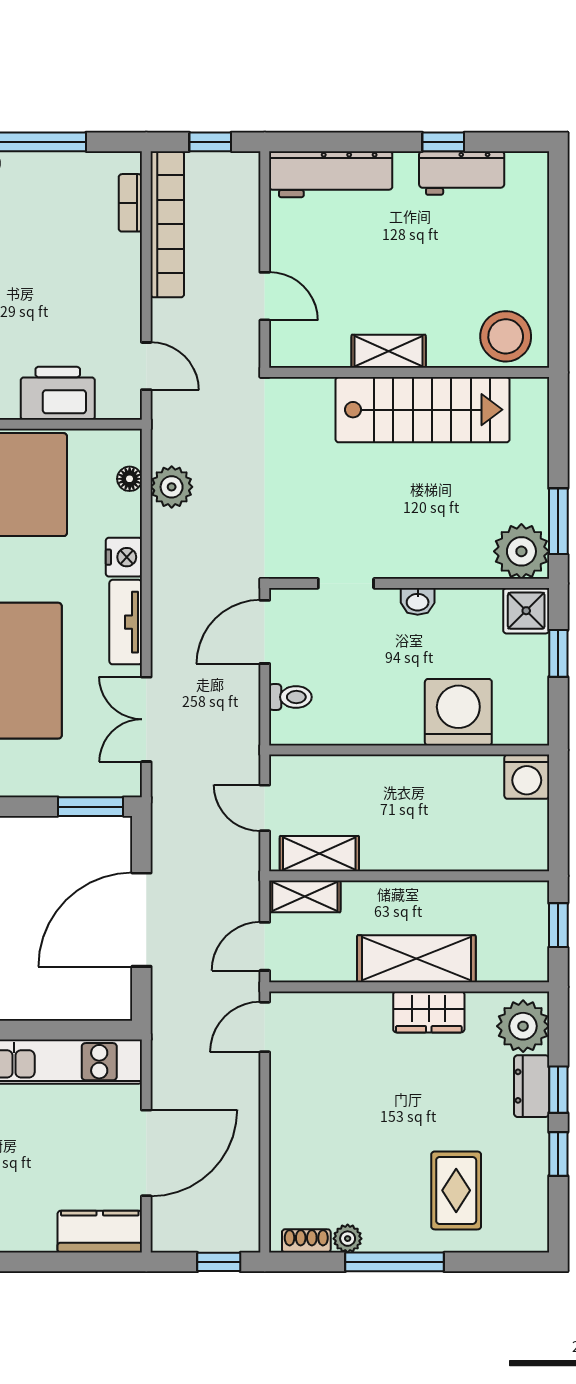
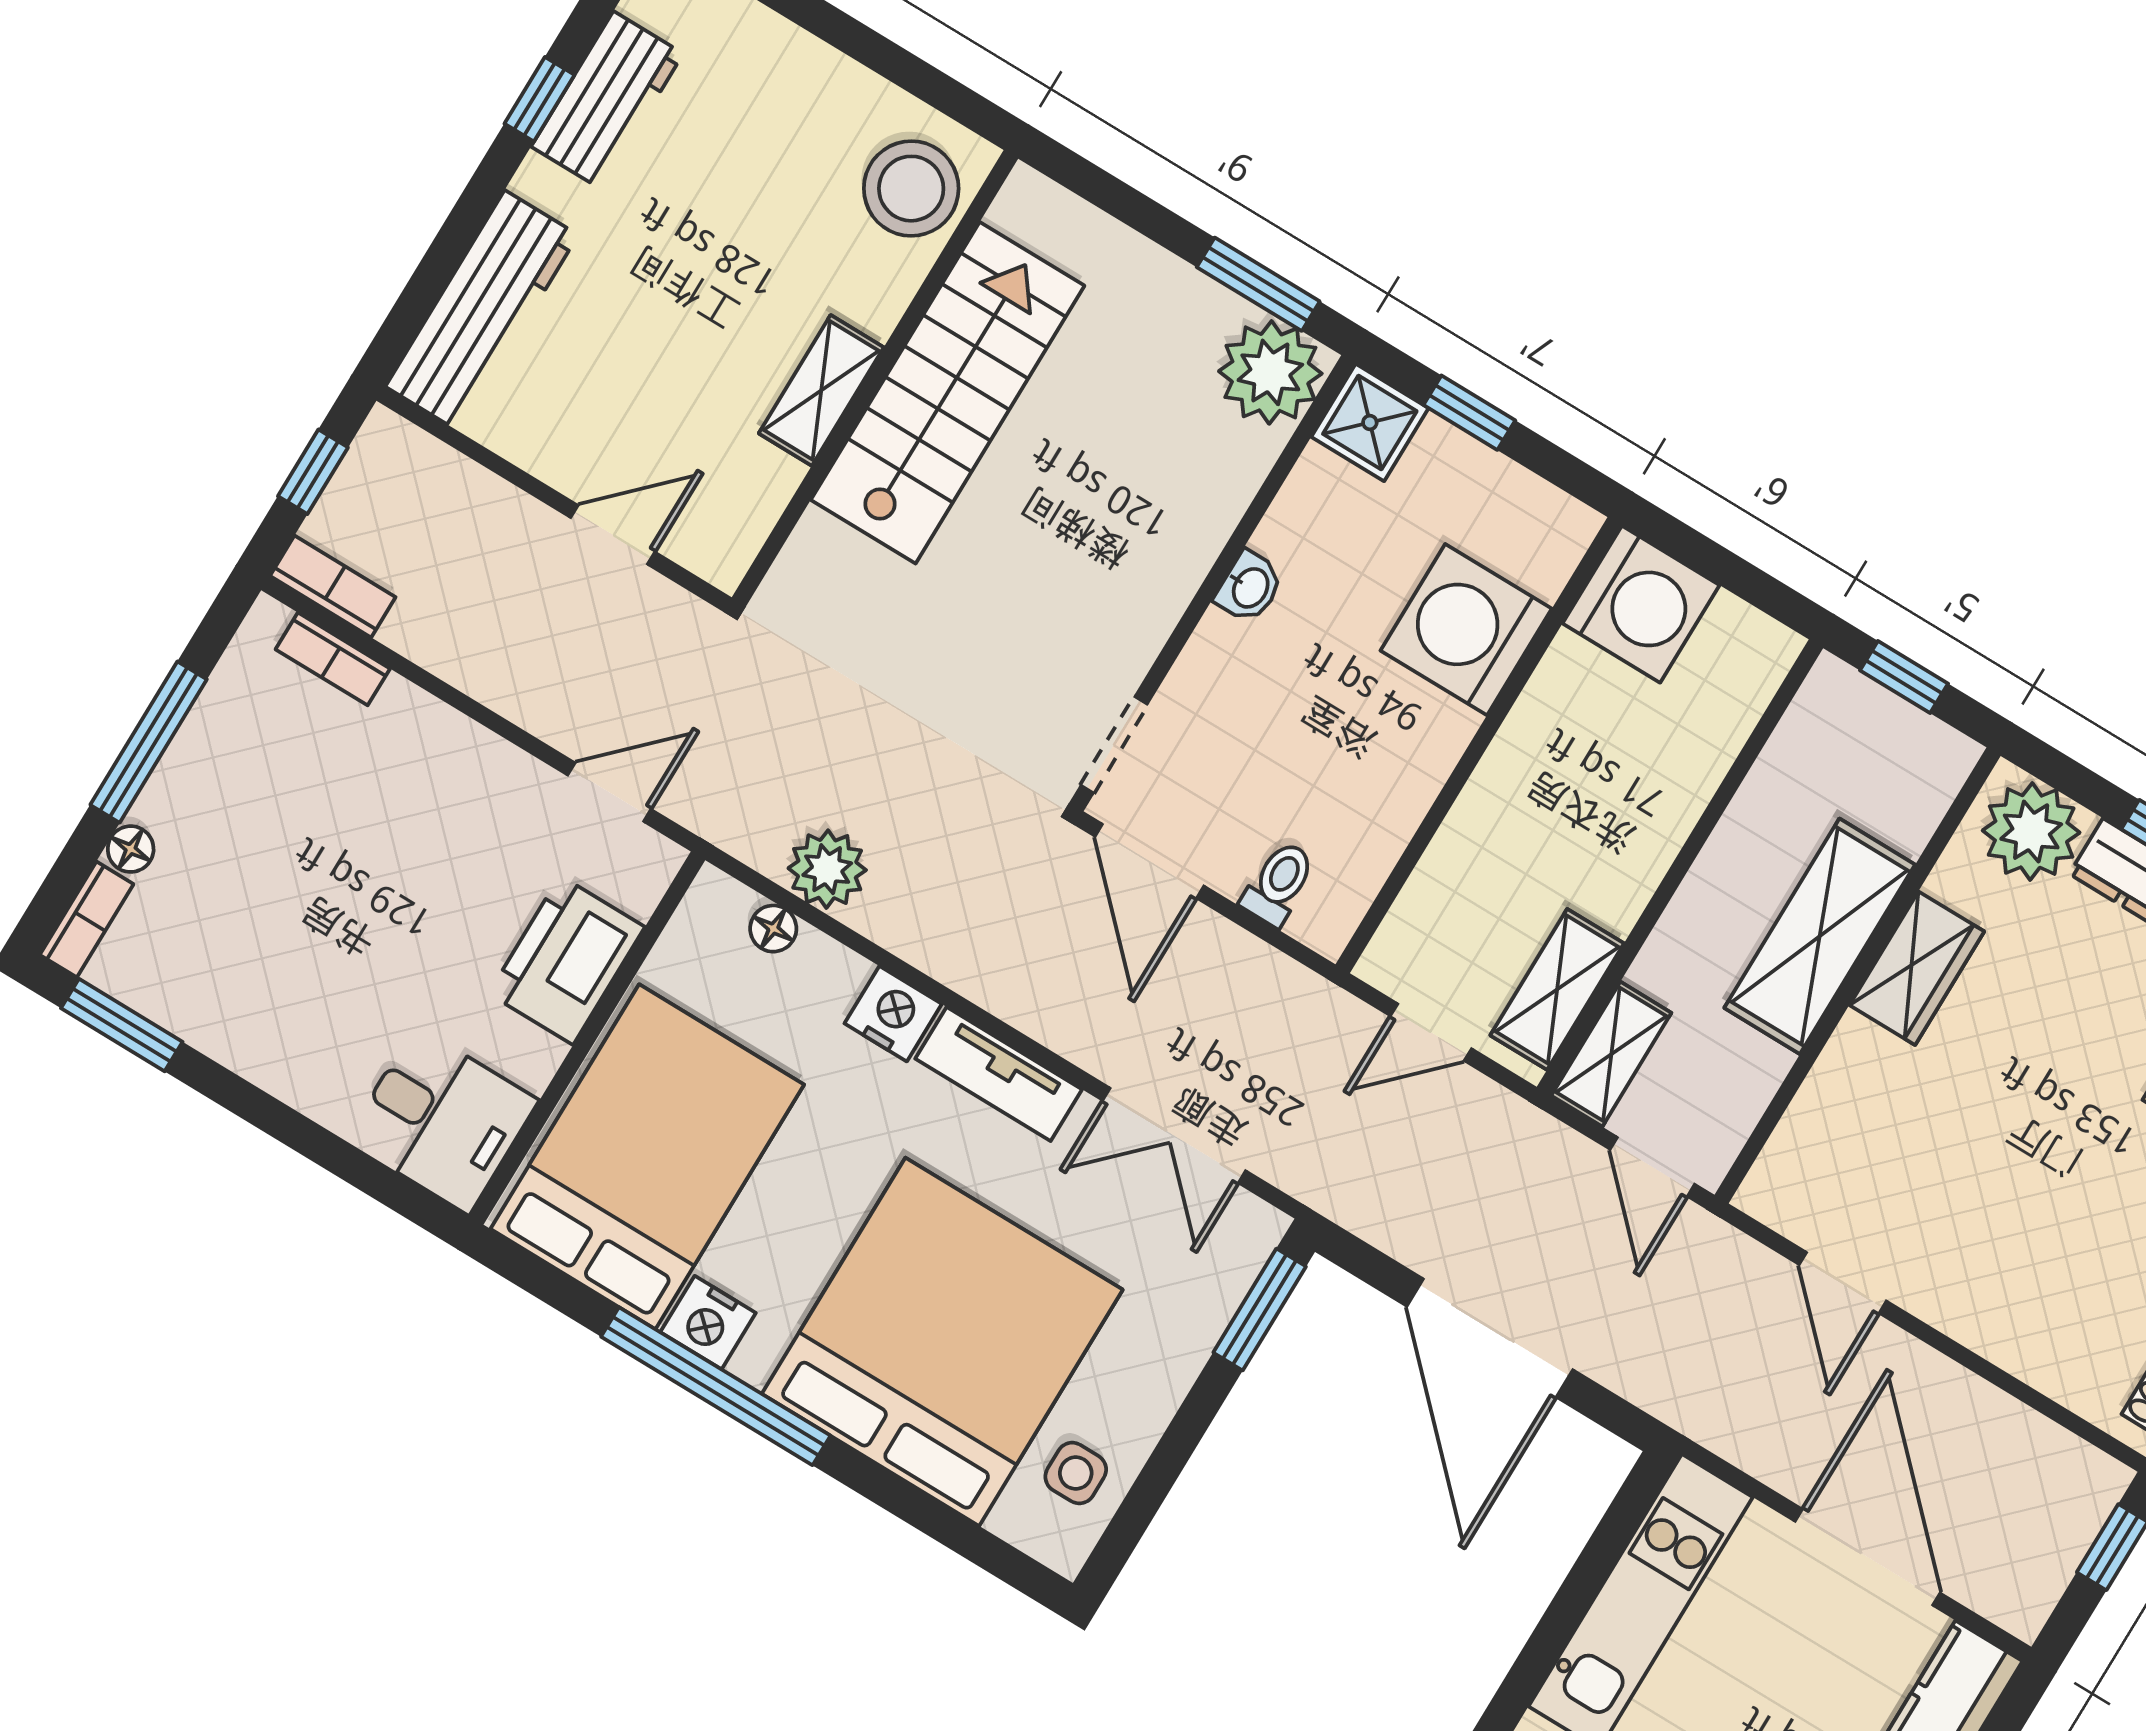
bookcase: (167, 224) -> (333, 586), width x0.43, depth x0.76
doorway: (346, 583) -> (1114, 745), moved
washing machine: (527, 777) -> (1641, 604), width x1.37, depth x1.37
door: (265, 1027) -> (1843, 1283), moved

